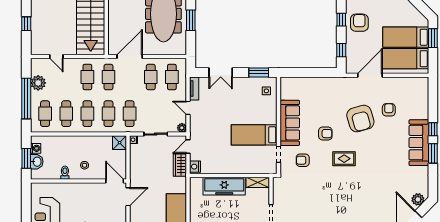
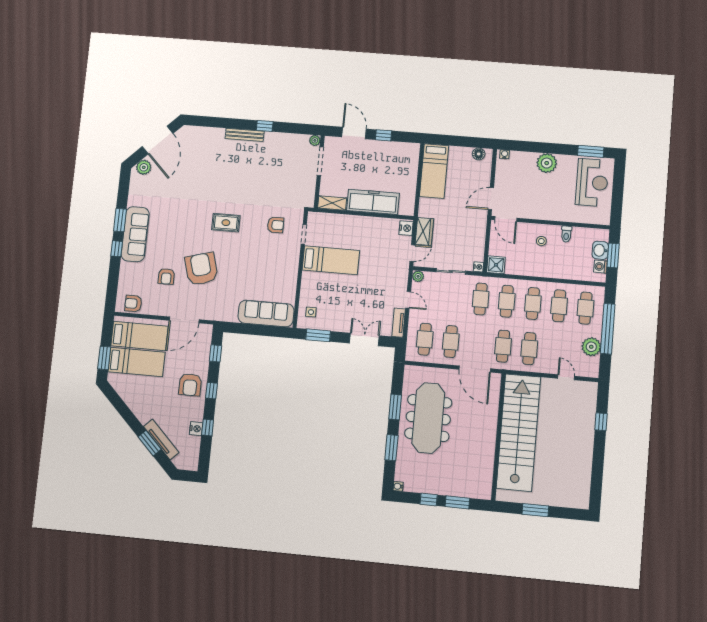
door: (130, 57) -> (475, 369), hinge flipped
sofa: (290, 123) -> (266, 313), moved, turned 90
armchair: (325, 134) -> (133, 304), moved

